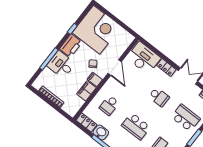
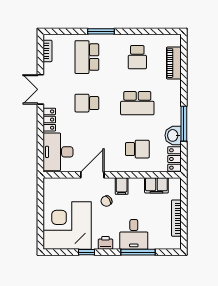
printer: (71, 46) -> (105, 243), width x0.53, depth x0.68
filing cabinet: (86, 91) -> (156, 185), moved
school desk: (159, 97) -> (87, 103), turned -90
school desk: (136, 126) -> (137, 103), turned 90

